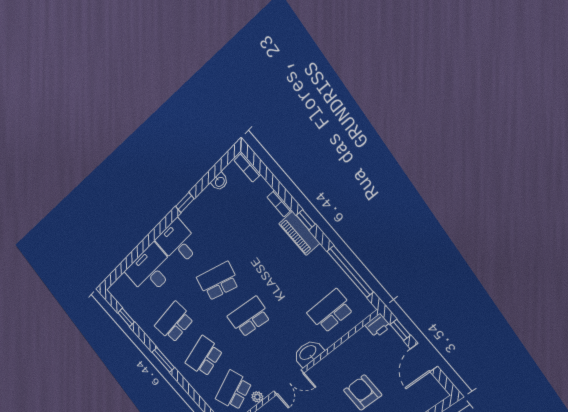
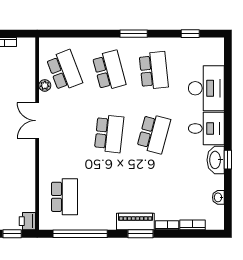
bookcase: (247, 167) -> (193, 225), moved
window: (306, 220) -> (141, 234), width x1.50
washbasin: (308, 353) -> (216, 160), moved, turned 180

